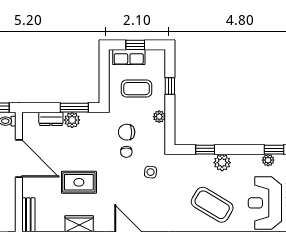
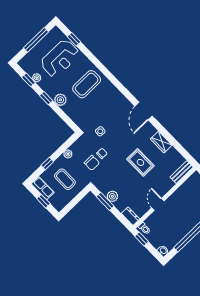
row of seats: (129, 57) -> (43, 188), moved
dresser: (51, 119) -> (130, 216), moved
window: (205, 150) -> (46, 98), moved
door: (19, 159) -> (158, 204), width x0.53
coffee table: (212, 205) -> (87, 84), turned 59

